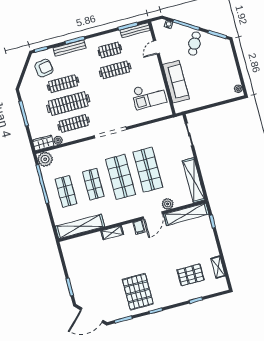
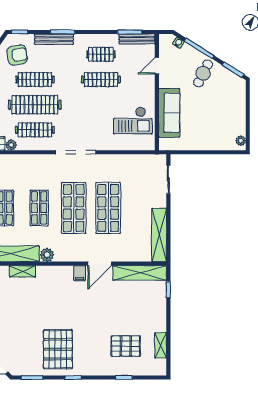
plant: (168, 204) -> (47, 255), moved
shelving: (112, 233) -> (22, 271), moved

